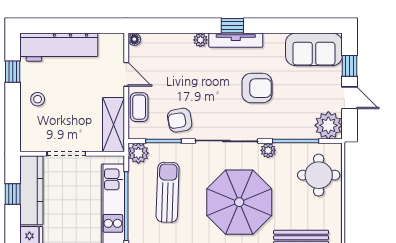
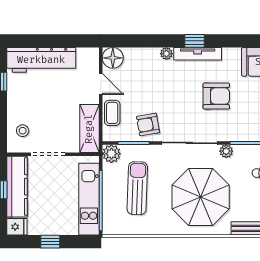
floor lamp: (134, 39) -> (113, 58), width x1.89, depth x1.89
stool: (38, 99) -> (23, 131), moved

